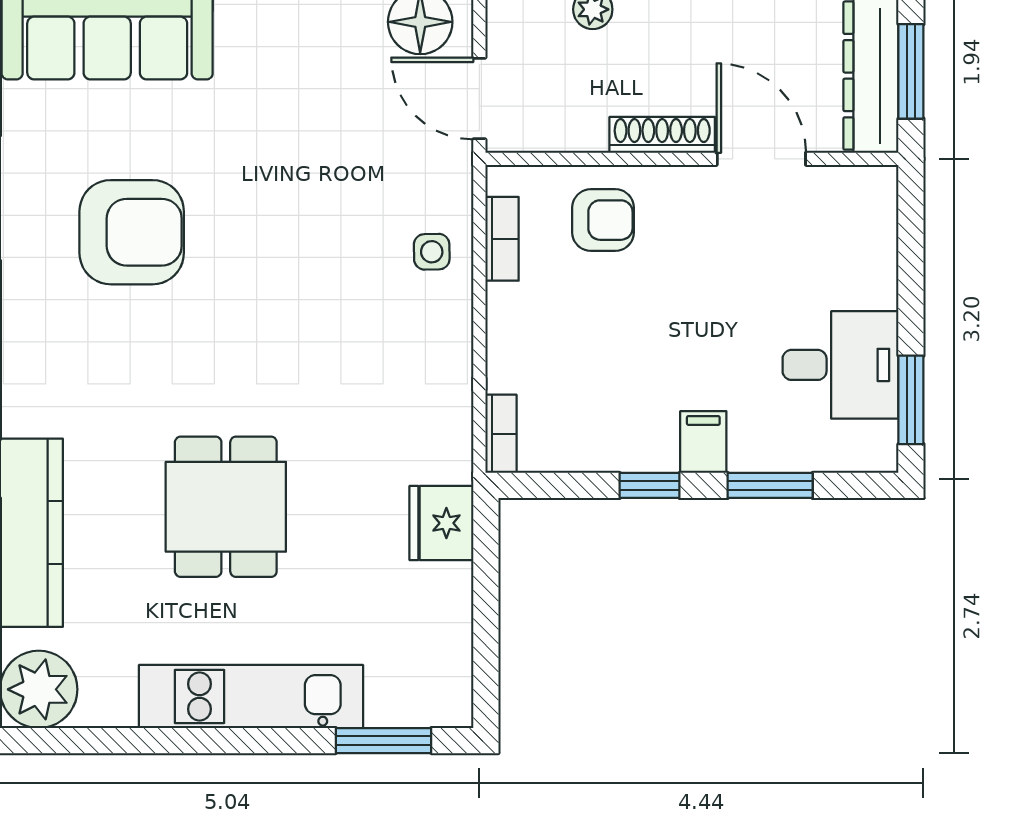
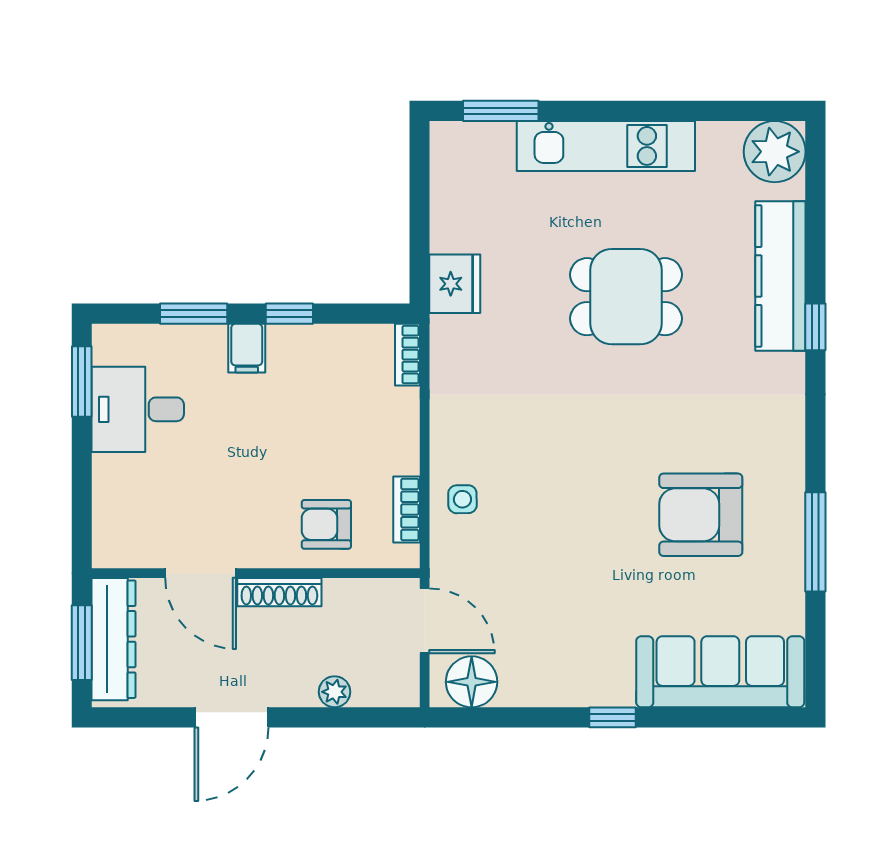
dining table: (226, 507) -> (626, 297), turned 90

